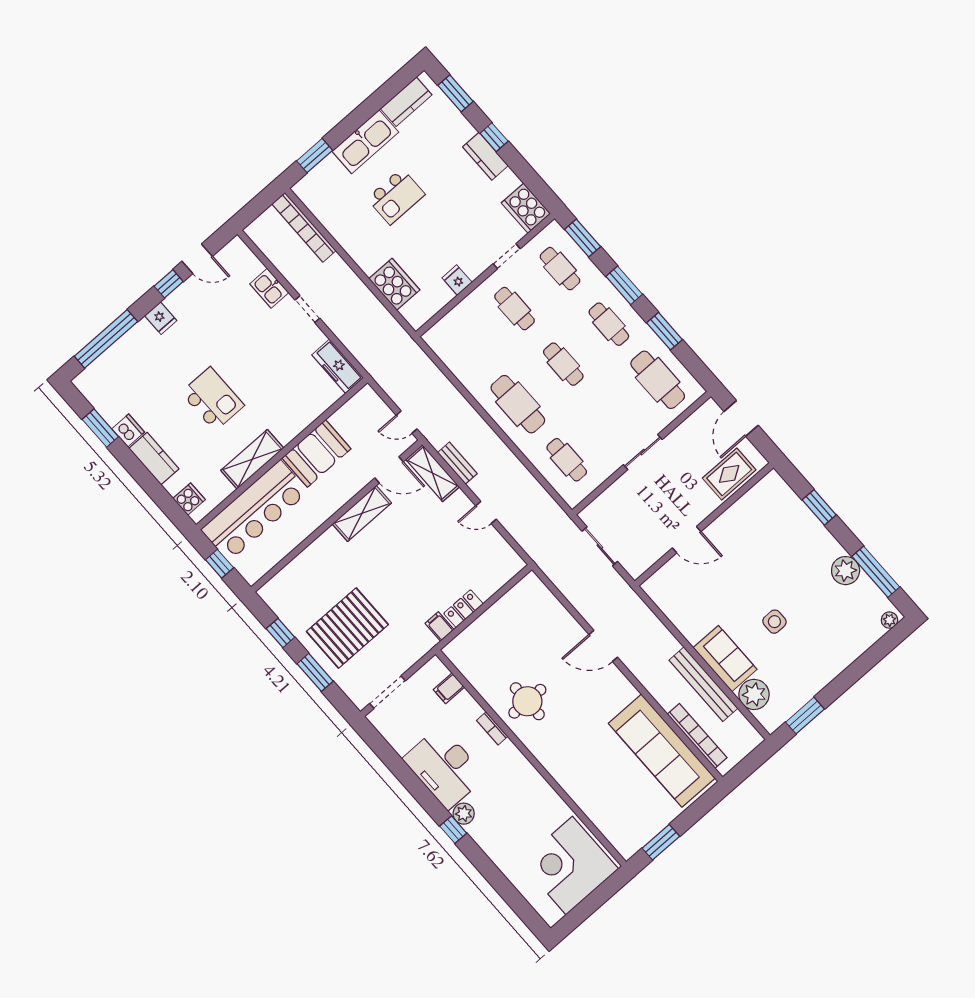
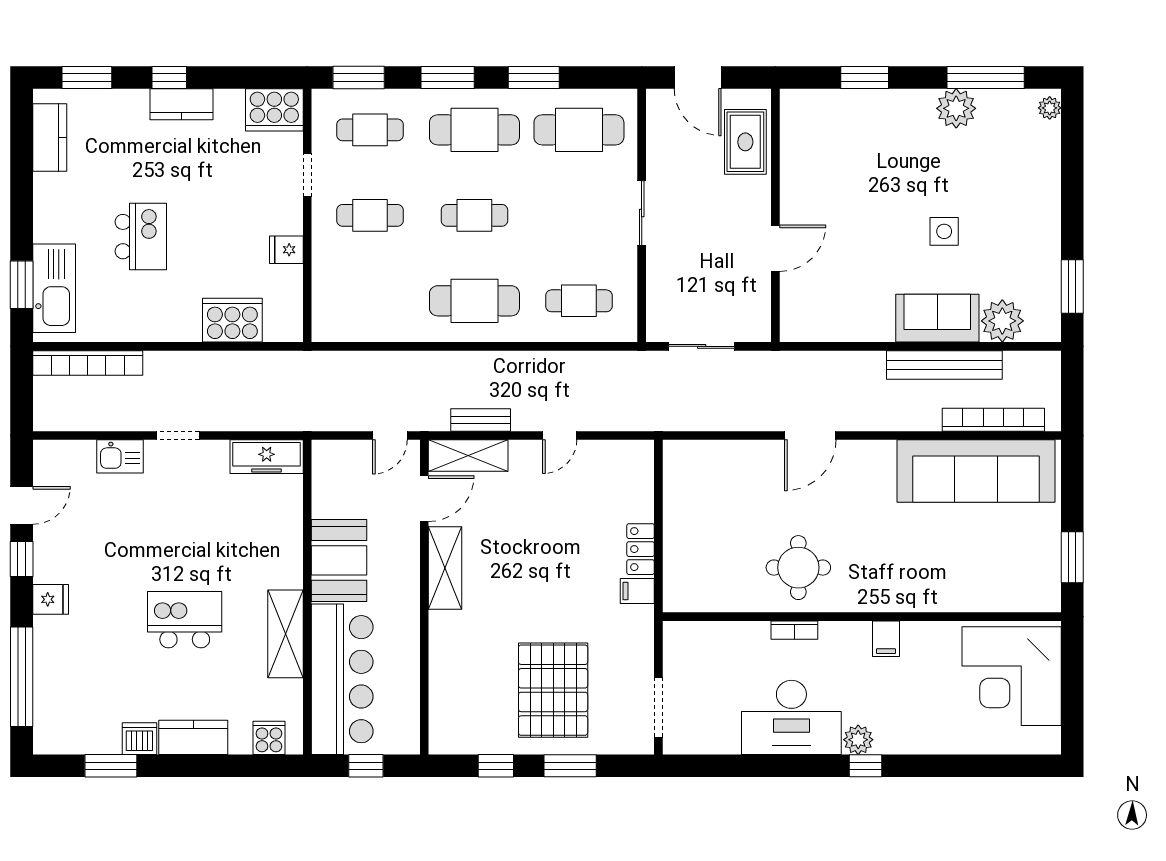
kitchen sink: (365, 142) -> (54, 288), moved
cafe table: (609, 324) -> (474, 130), width x1.37, depth x1.35
filing cabinet: (449, 688) -> (886, 639), moved

